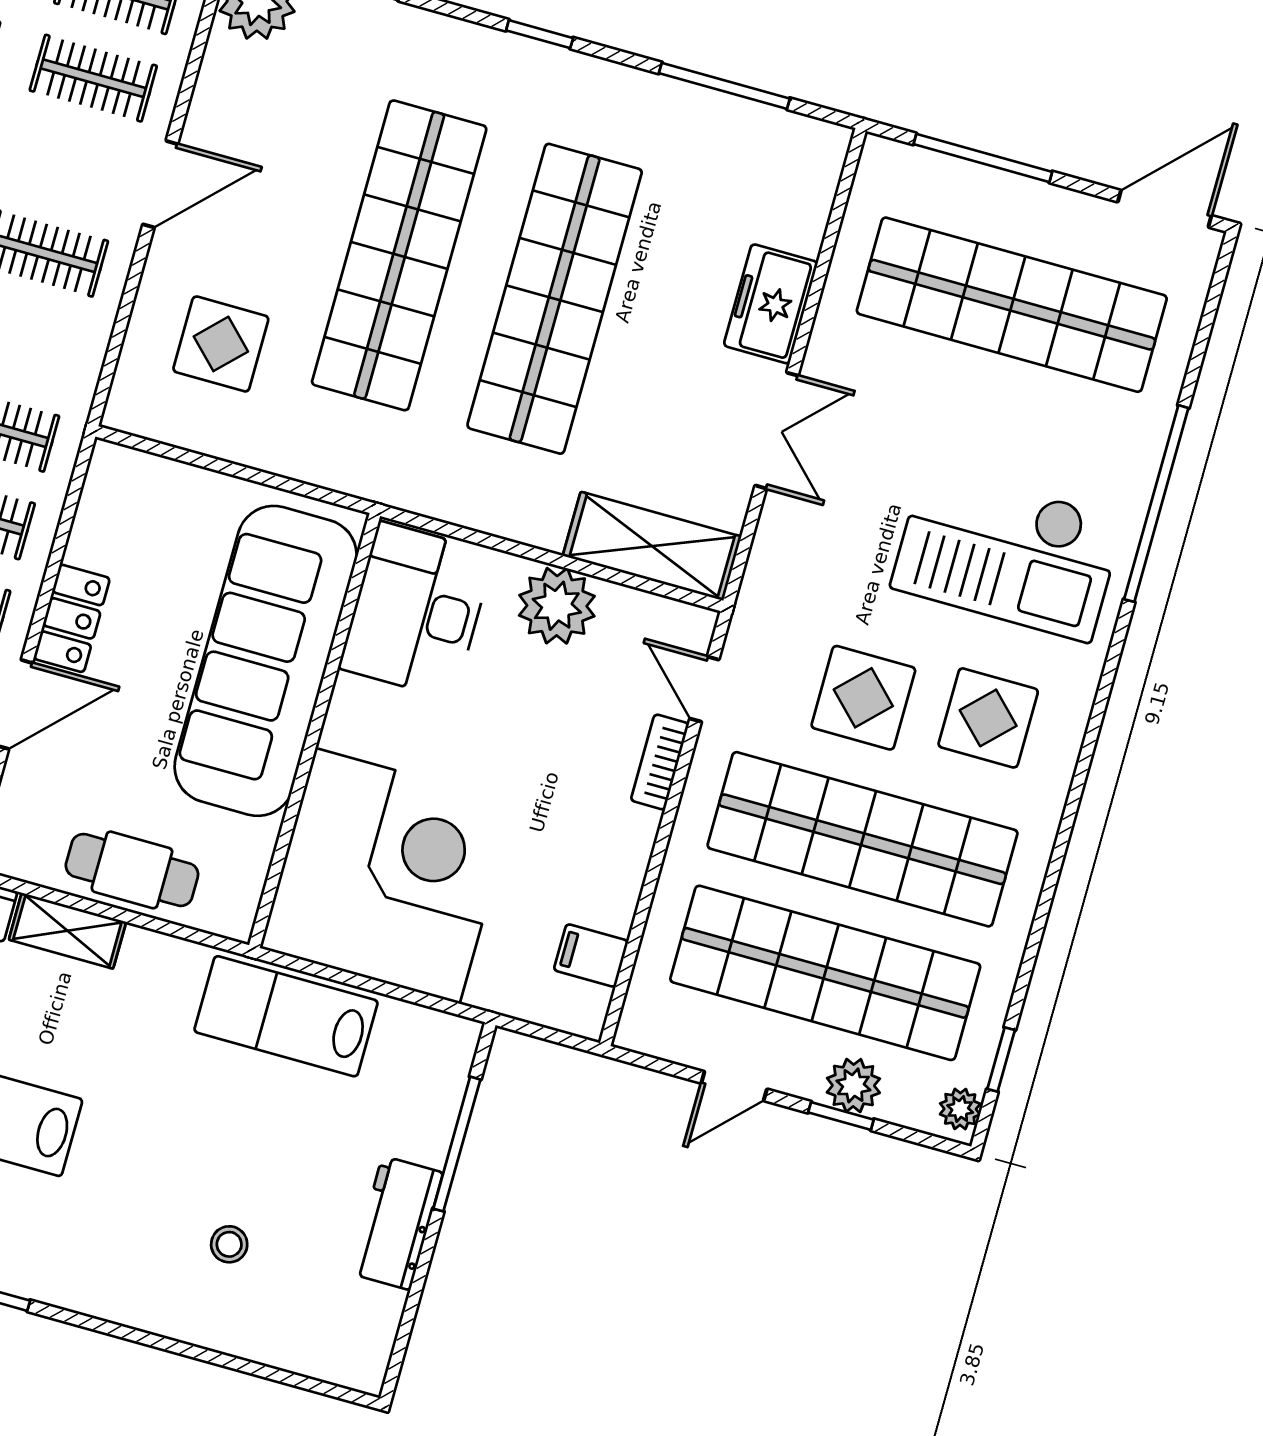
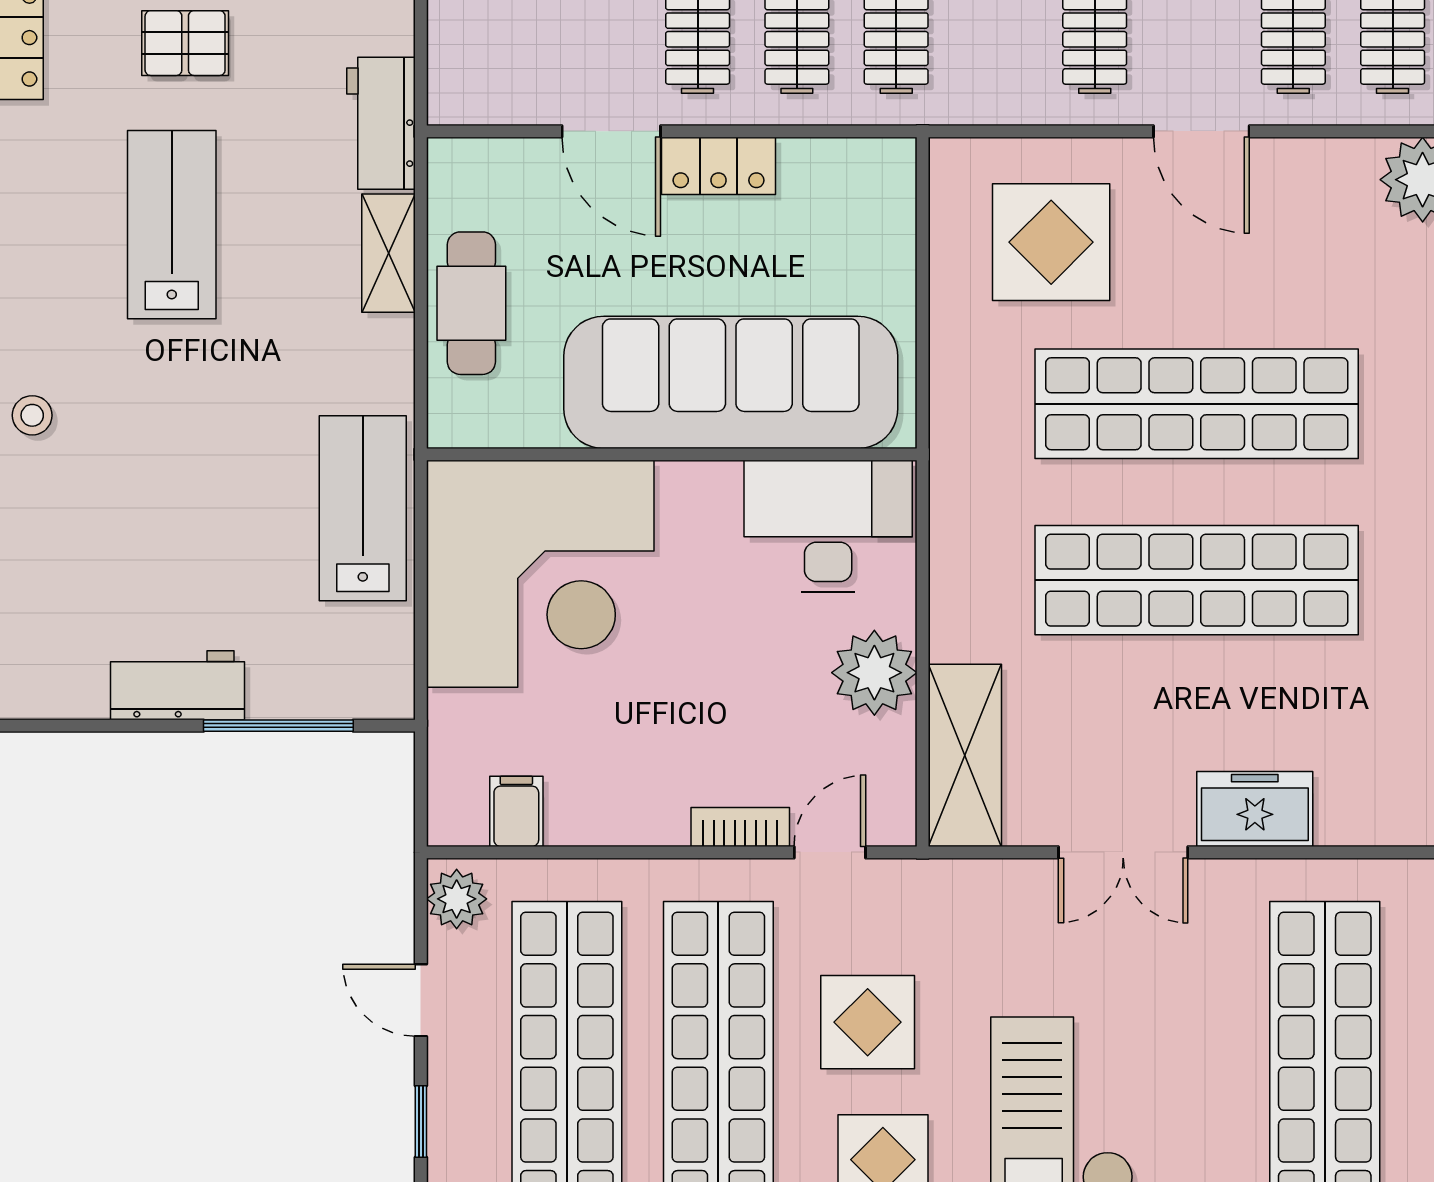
display table: (221, 344) -> (1051, 242), width x1.36, depth x1.36
plant: (853, 1085) -> (457, 899), moved
stool: (229, 1244) -> (32, 415), moved

